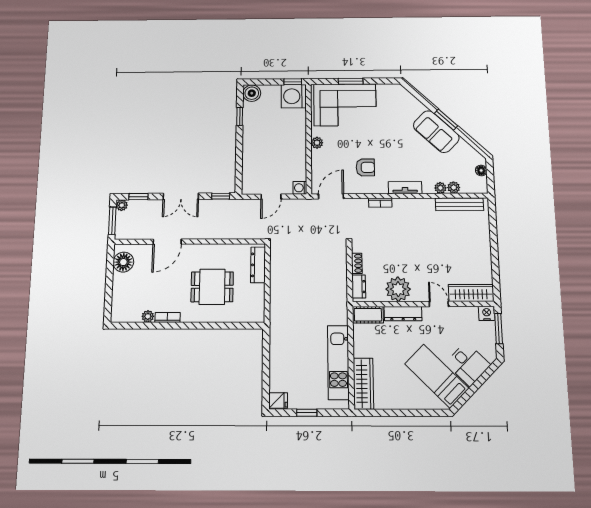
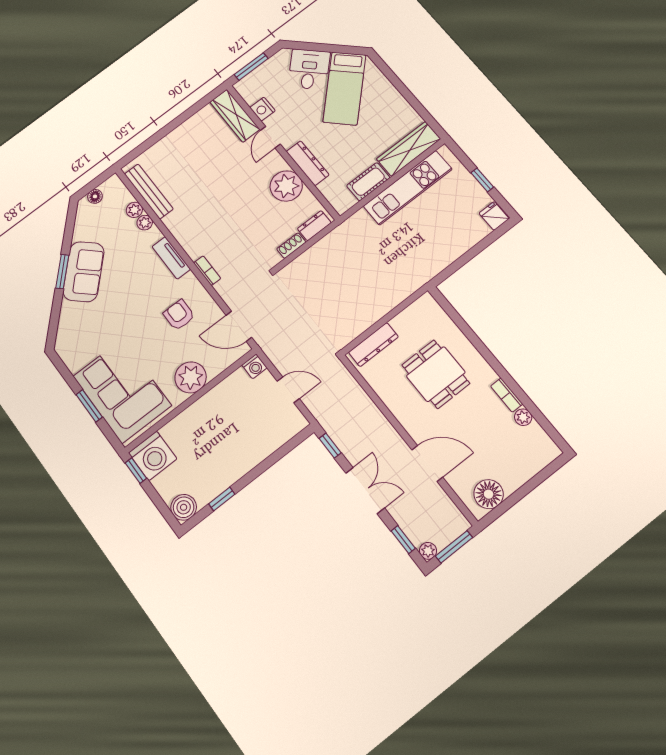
plant: (317, 143) -> (191, 377), width x1.88, depth x1.88
nightstand: (487, 313) -> (263, 109), moved
cot: (368, 315) -> (368, 182), moved, turned 90

